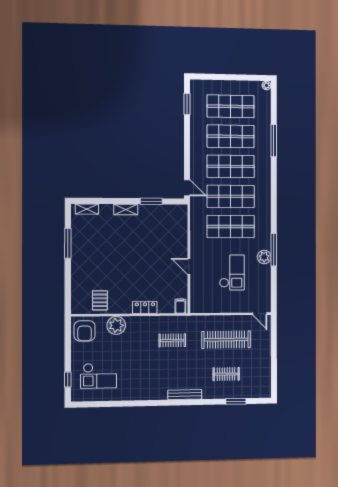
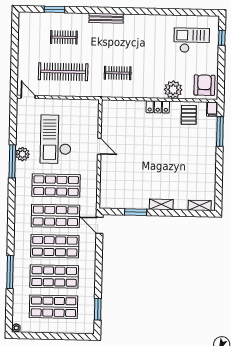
window: (68, 243) -> (220, 131), moved
checkout: (232, 272) -> (56, 139), width x1.36, depth x1.21
filing cabinet: (180, 306) -> (212, 109), moved
locker: (145, 307) -> (158, 107), moved

